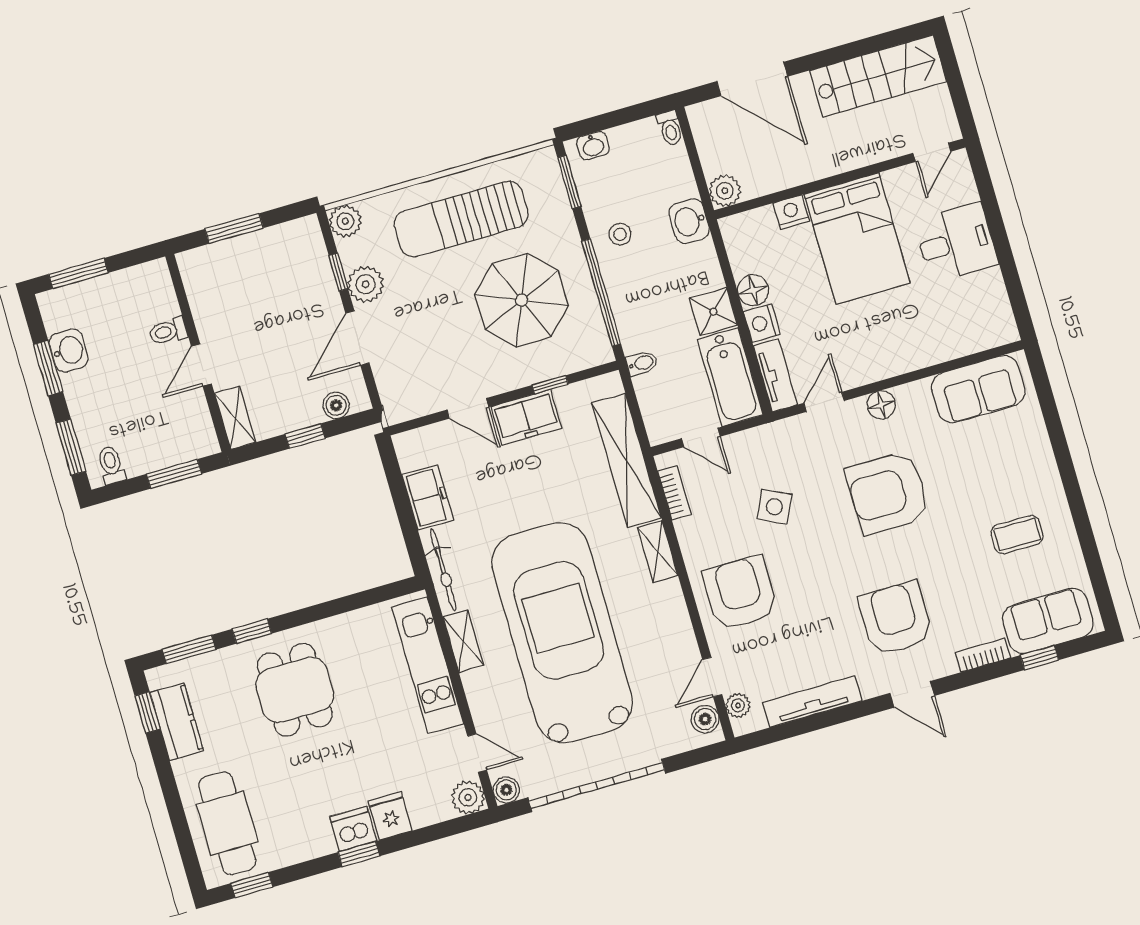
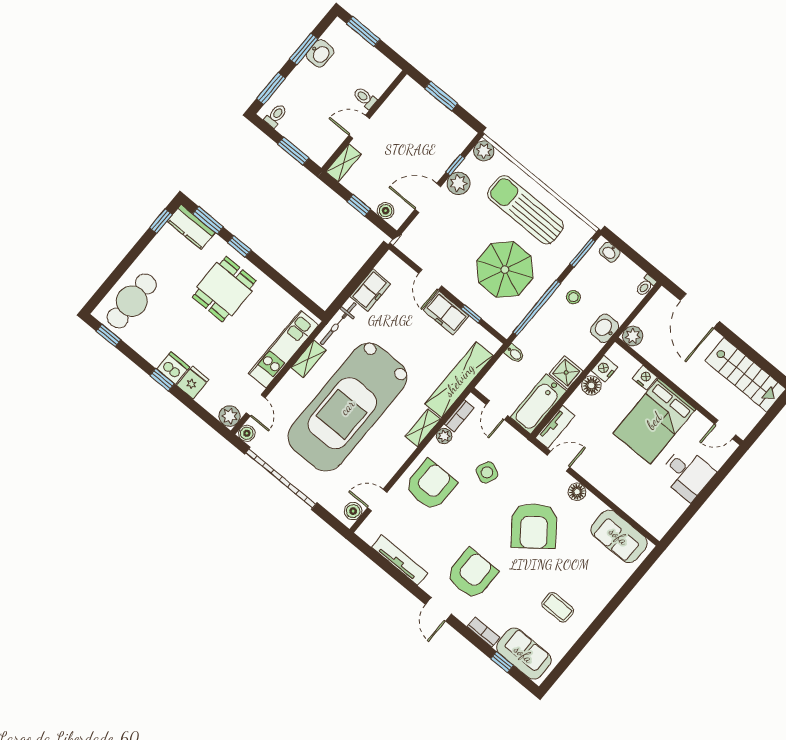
nightstand: (762, 323) -> (604, 369), moved
armchair: (888, 493) -> (534, 526), turned -128
car: (562, 633) -> (347, 407), turned 180
plant: (738, 705) -> (444, 436), moved
kitchen counter: (177, 722) -> (191, 227), moved, turned 90

